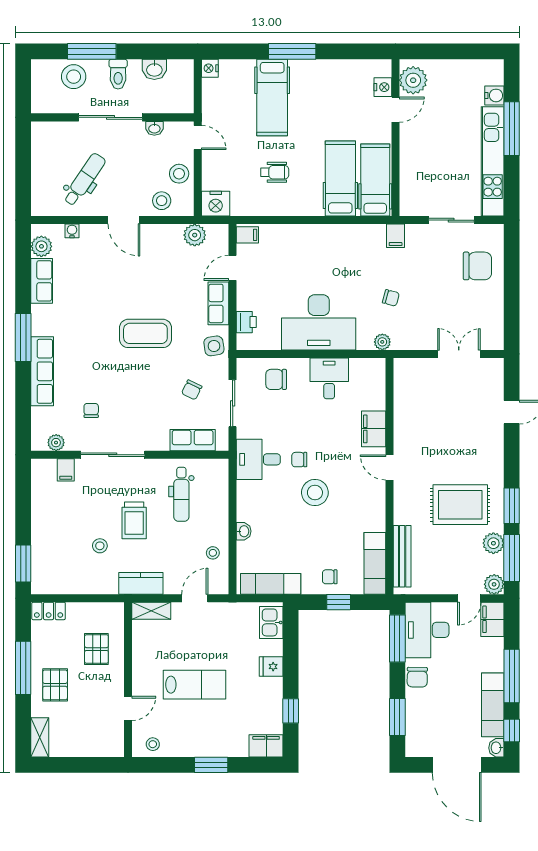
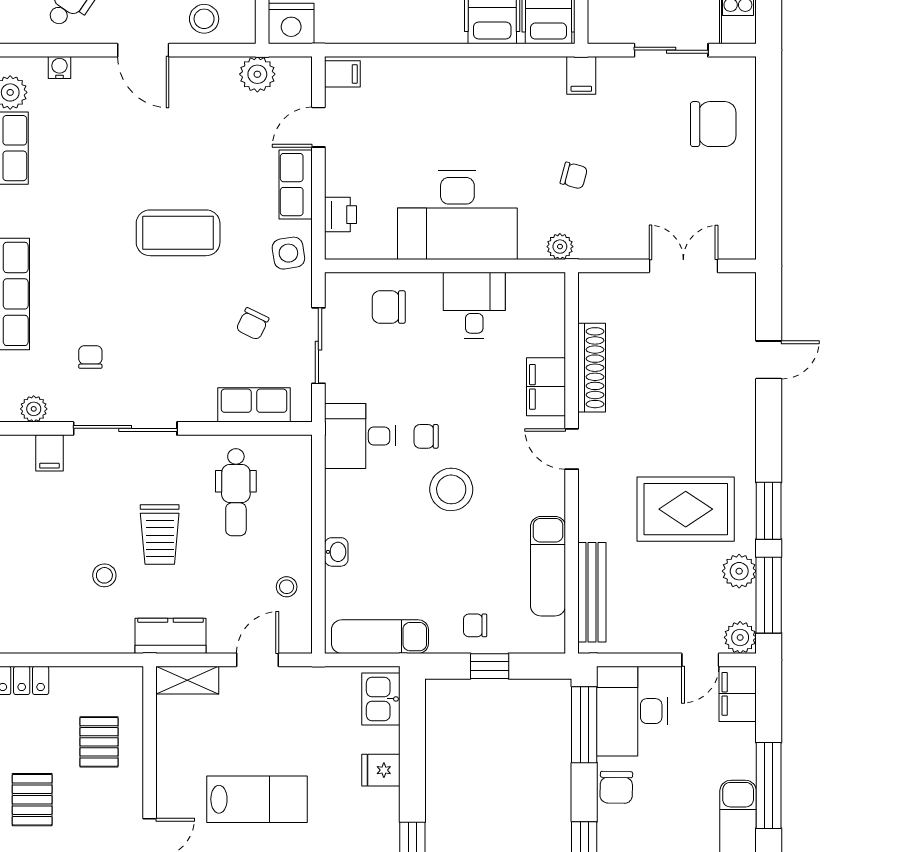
shoe rack: (402, 417) -> (592, 368), added
exam couch: (375, 563) -> (548, 566), moved

